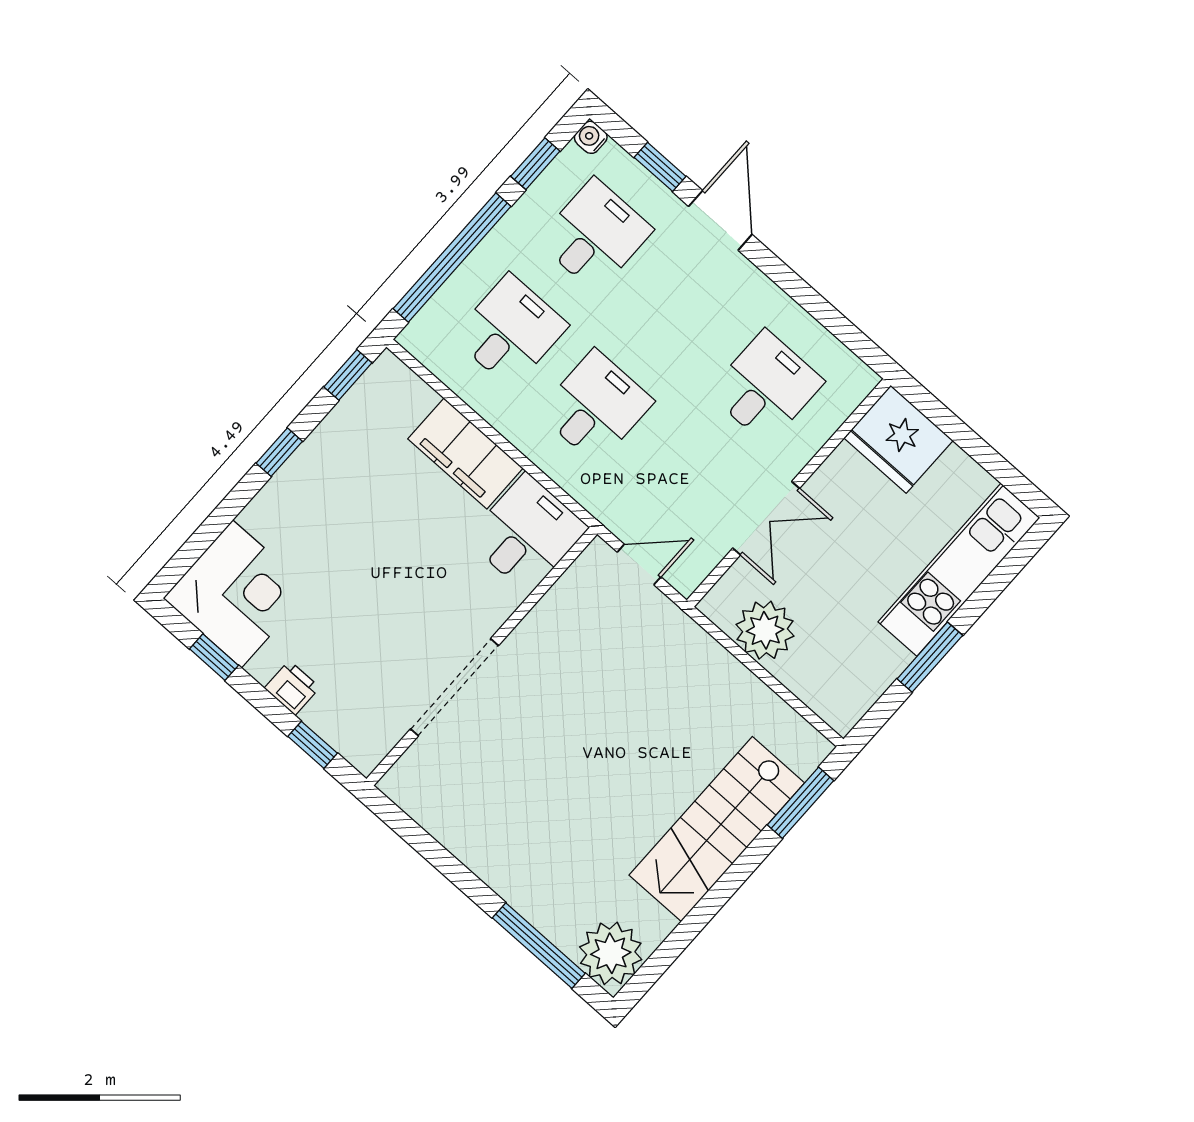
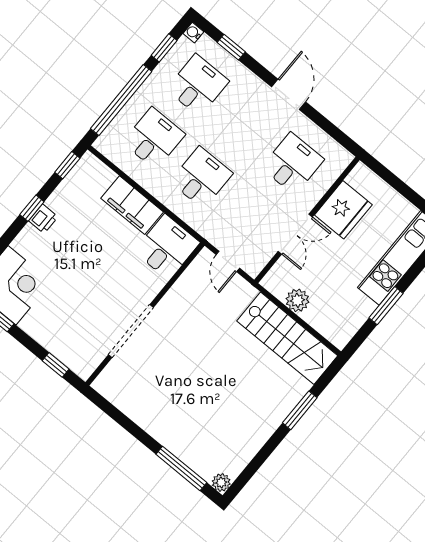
door: (720, 220) -> (289, 94), moved
fridge: (898, 439) -> (343, 210), moved, turned -90
door: (639, 565) -> (228, 261), swing flipped
plant: (765, 630) -> (297, 300), width x0.73, depth x0.73
printer: (292, 688) -> (43, 219), moved, turned 90
window: (801, 803) -> (300, 410), moved
stairs: (717, 829) -> (287, 338), moved, turned -90
plant: (611, 953) -> (221, 483), width x0.53, depth x0.53

